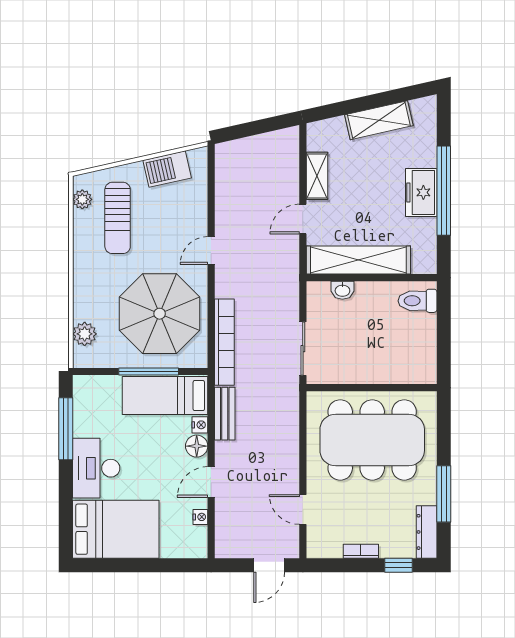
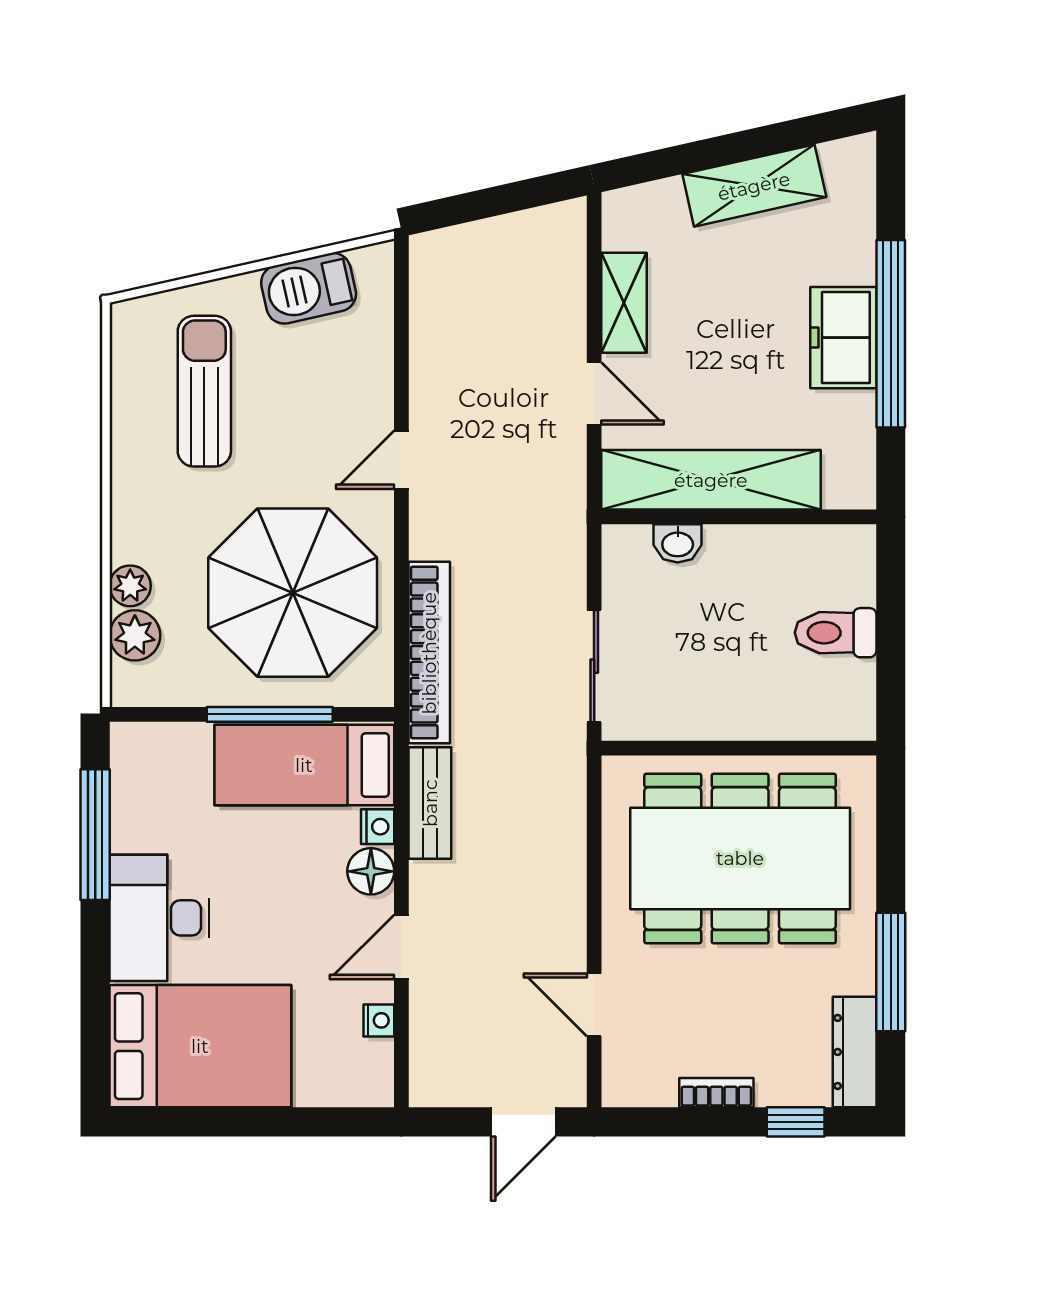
plant: (82, 199) -> (130, 586), moved
sun lounger: (118, 218) -> (204, 391), turned 180
door: (303, 219) -> (594, 393), swing flipped
toilet: (418, 301) -> (836, 633), moved

